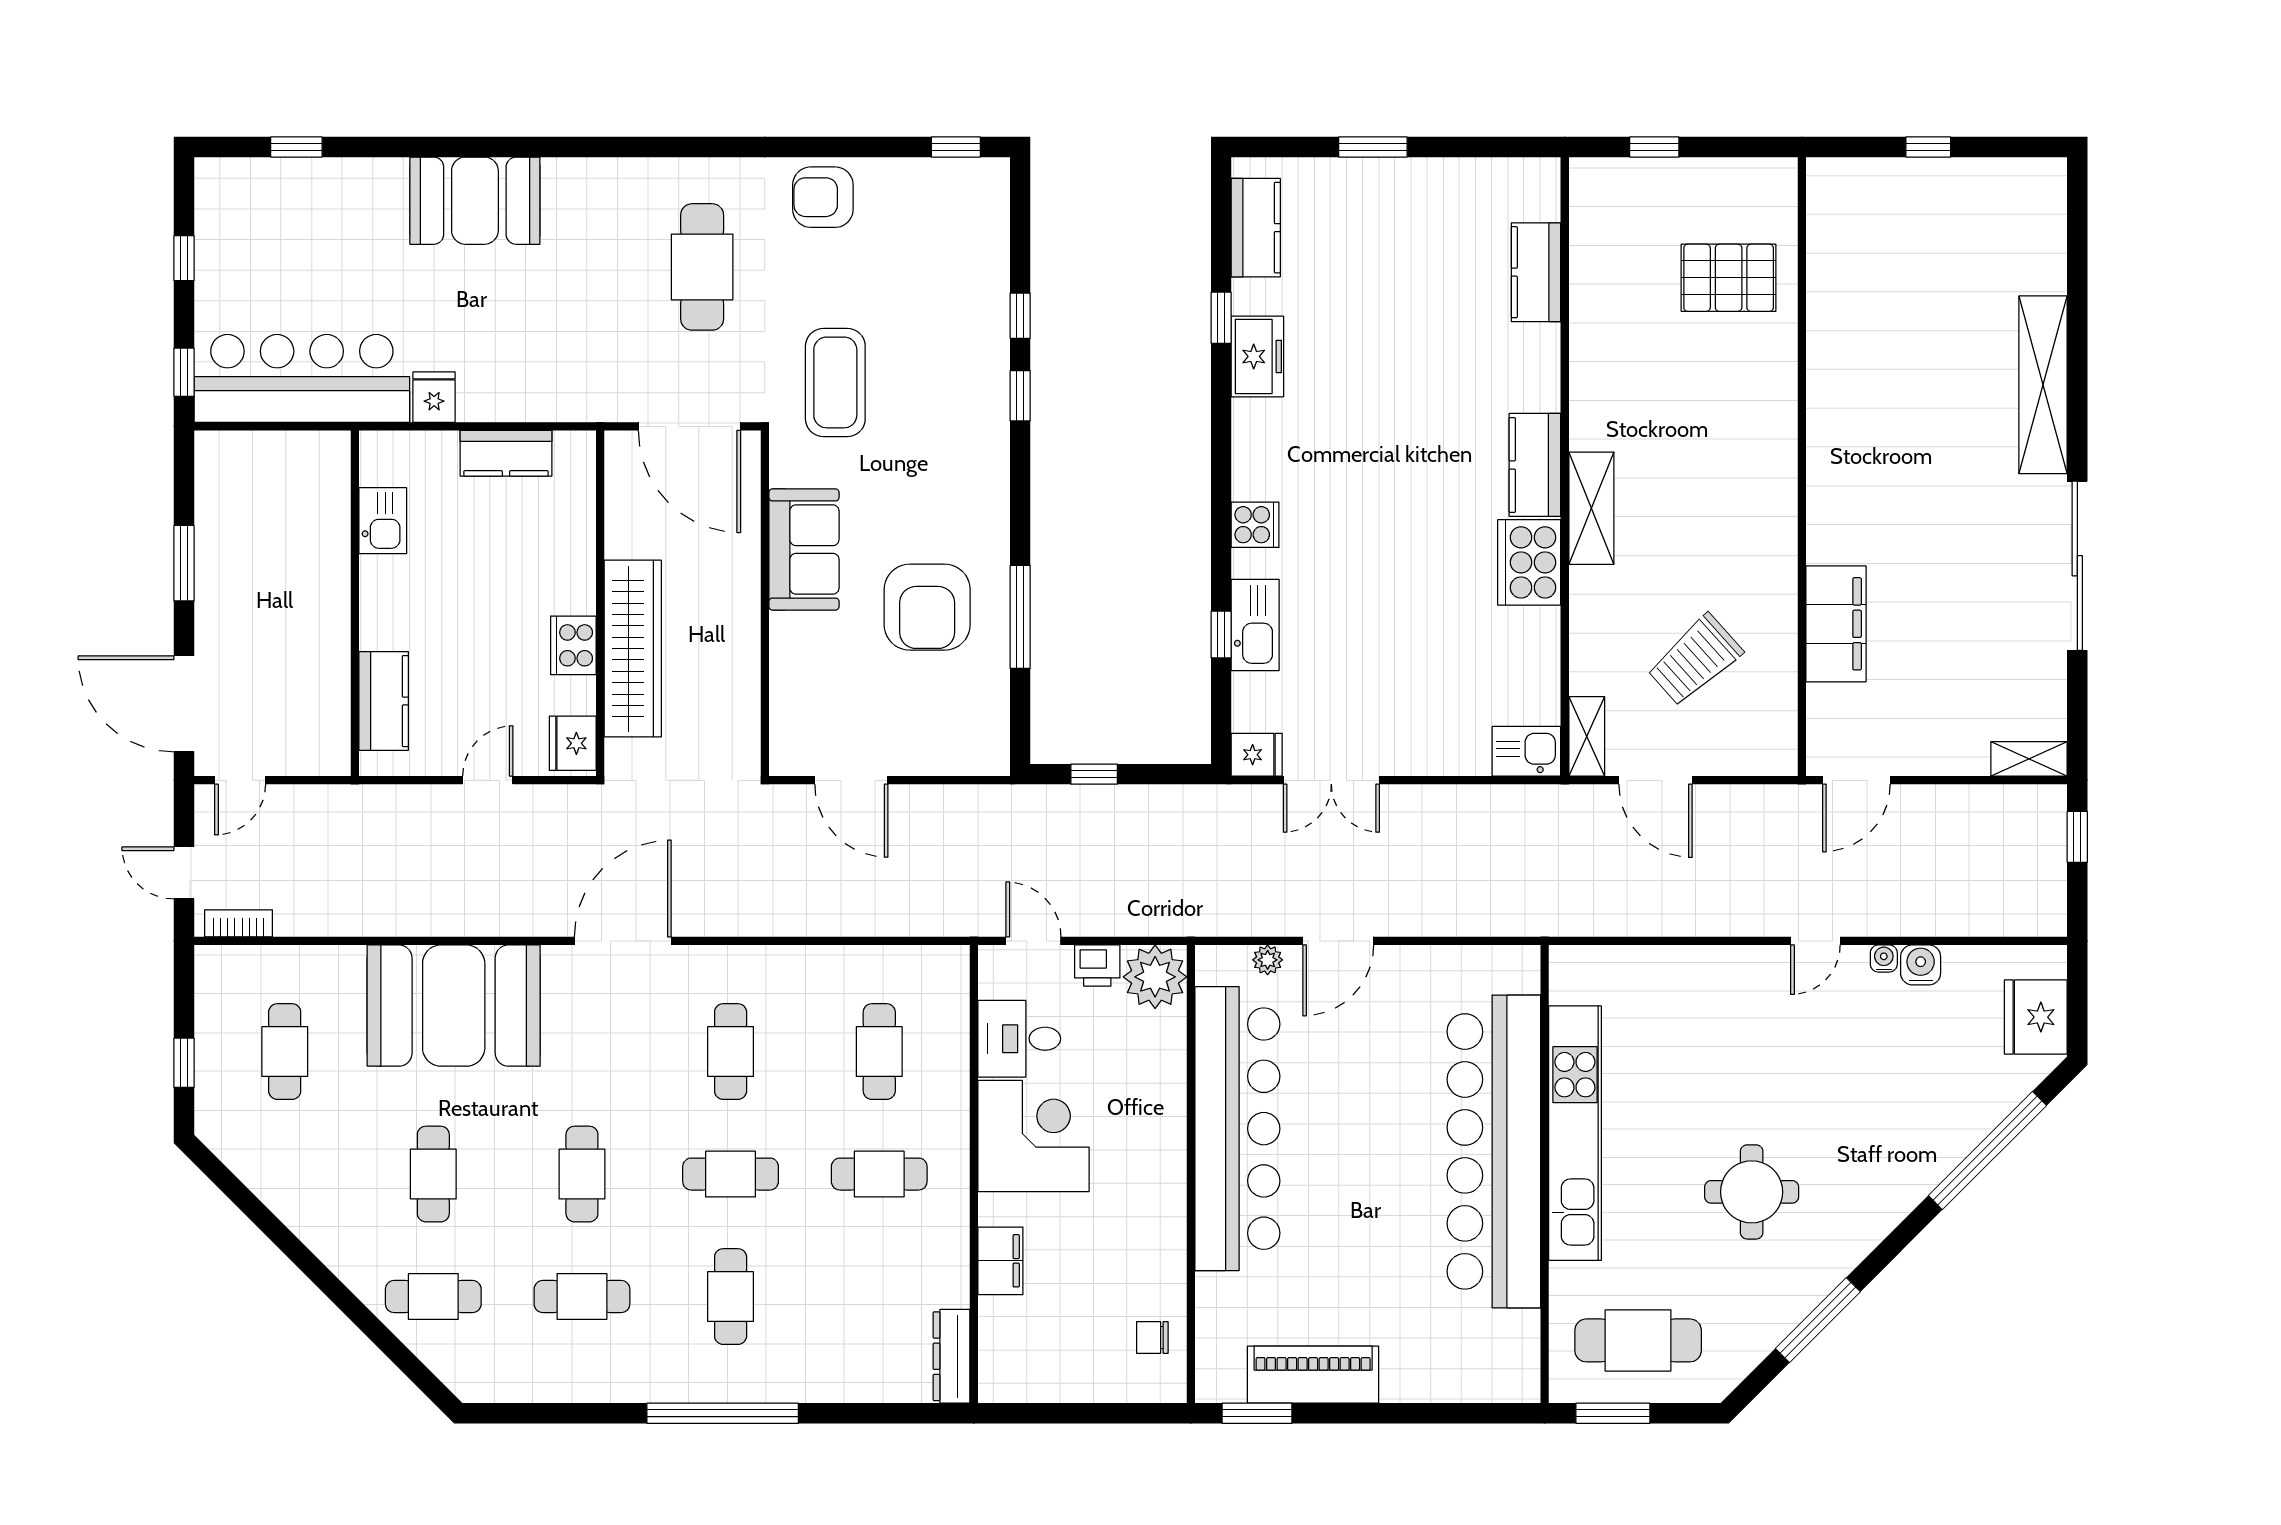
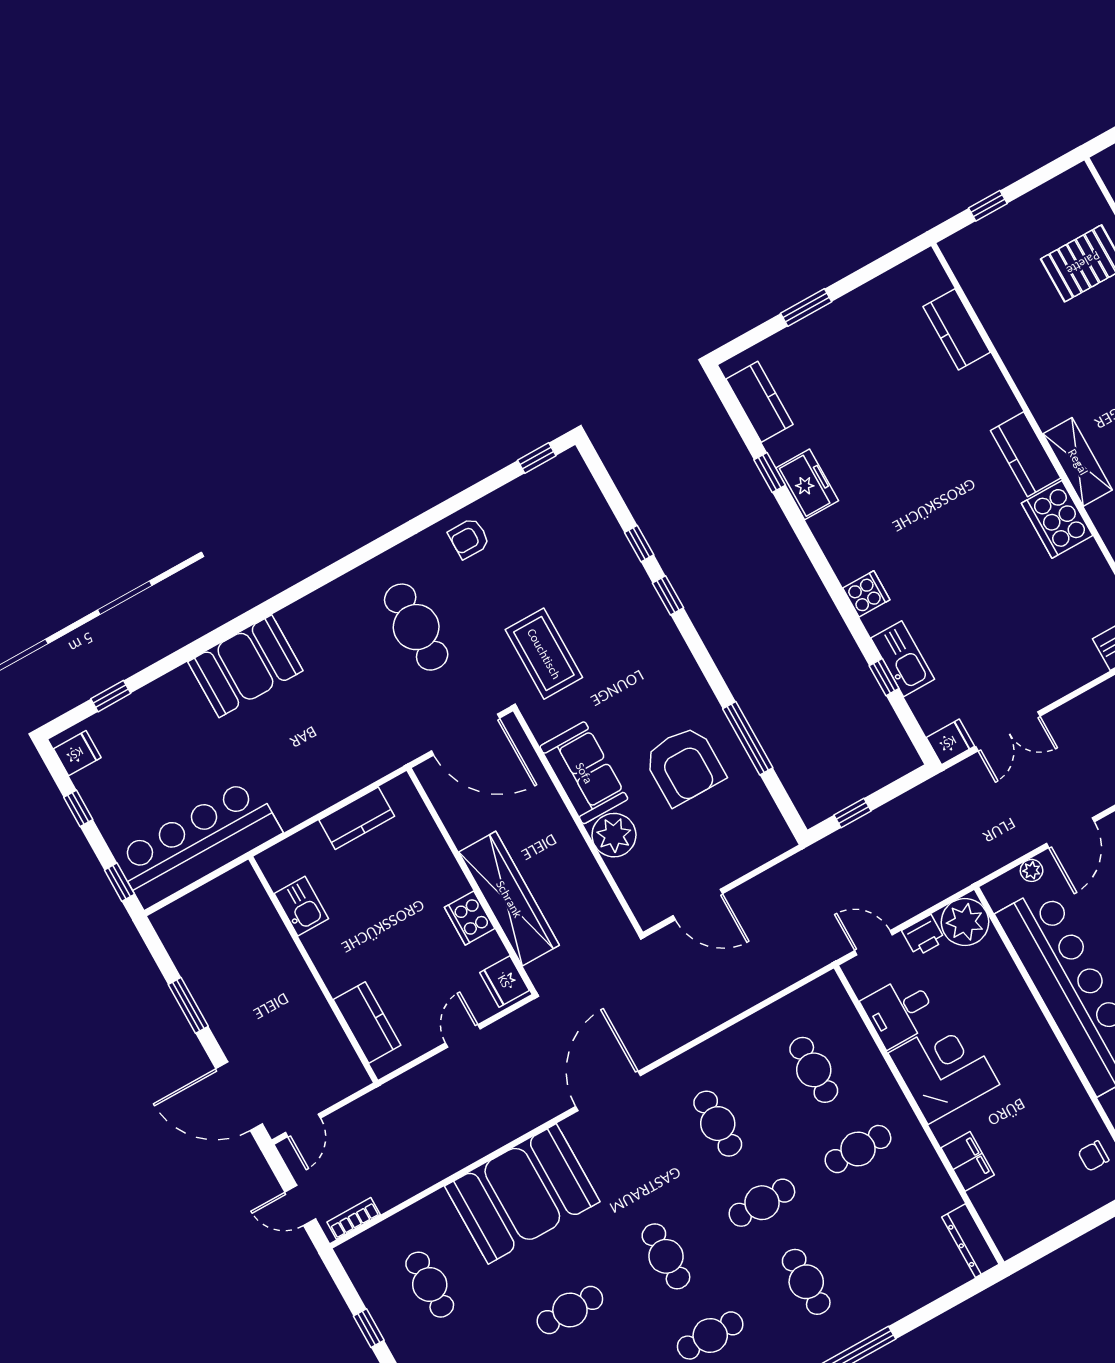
armchair: (823, 197) -> (469, 538), width x0.72, depth x0.72
fridge: (434, 397) -> (77, 753), moved, turned 90
plant: (798, 643) -> (614, 835), added
cafe table: (433, 1174) -> (570, 1310), turned 90

